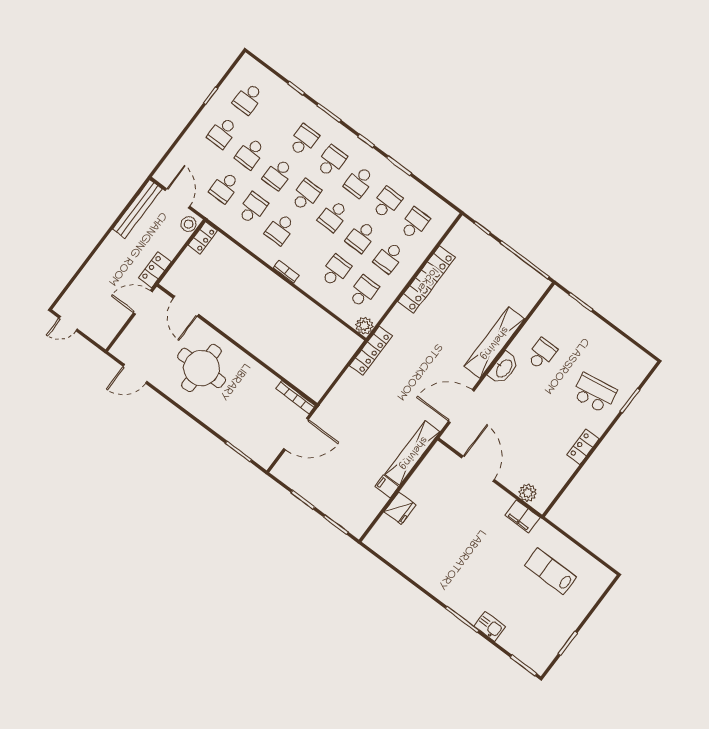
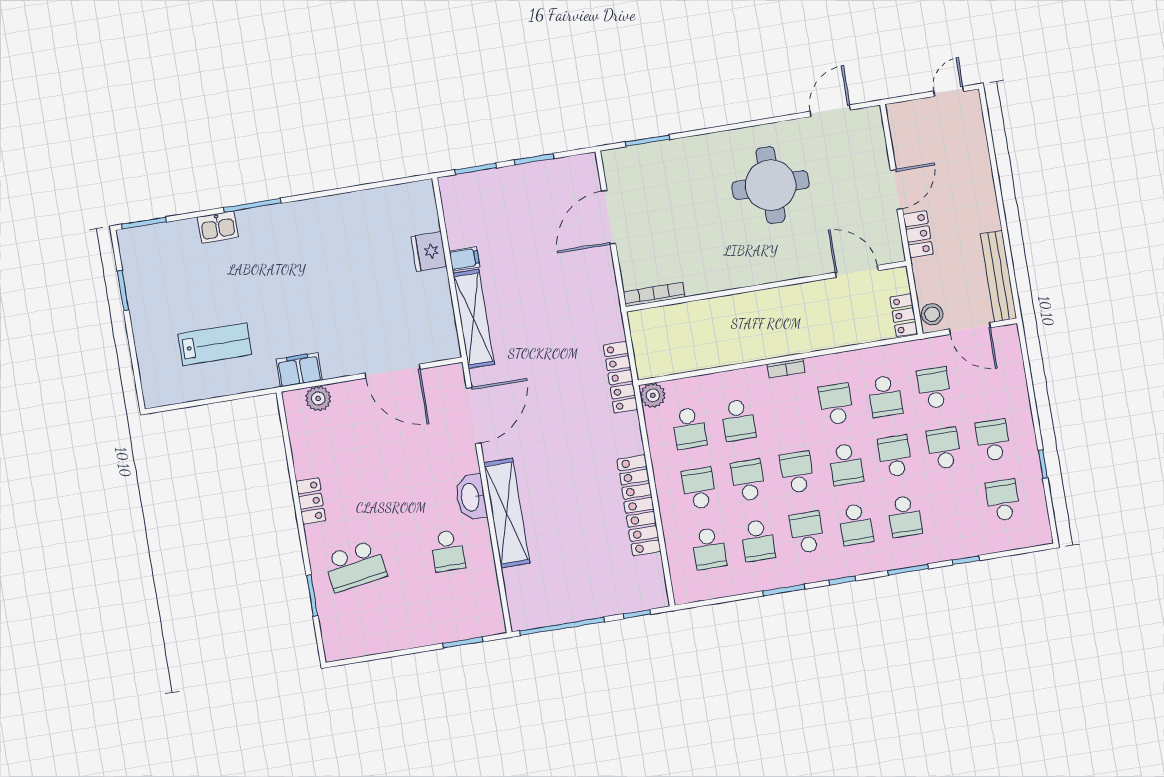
door: (186, 306) -> (857, 271), moved
wall: (237, 345) -> (766, 286), moved
bookcase: (295, 397) -> (654, 295), moved

